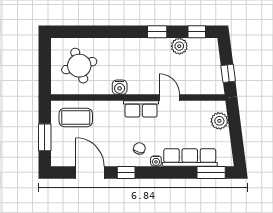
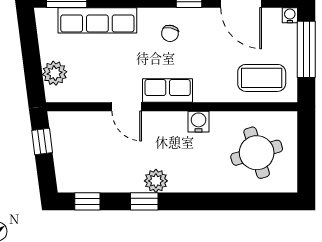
plant: (179, 46) -> (156, 181), moved
window: (45, 137) -> (306, 49), width x1.44
water cooler: (156, 161) -> (290, 15), moved

